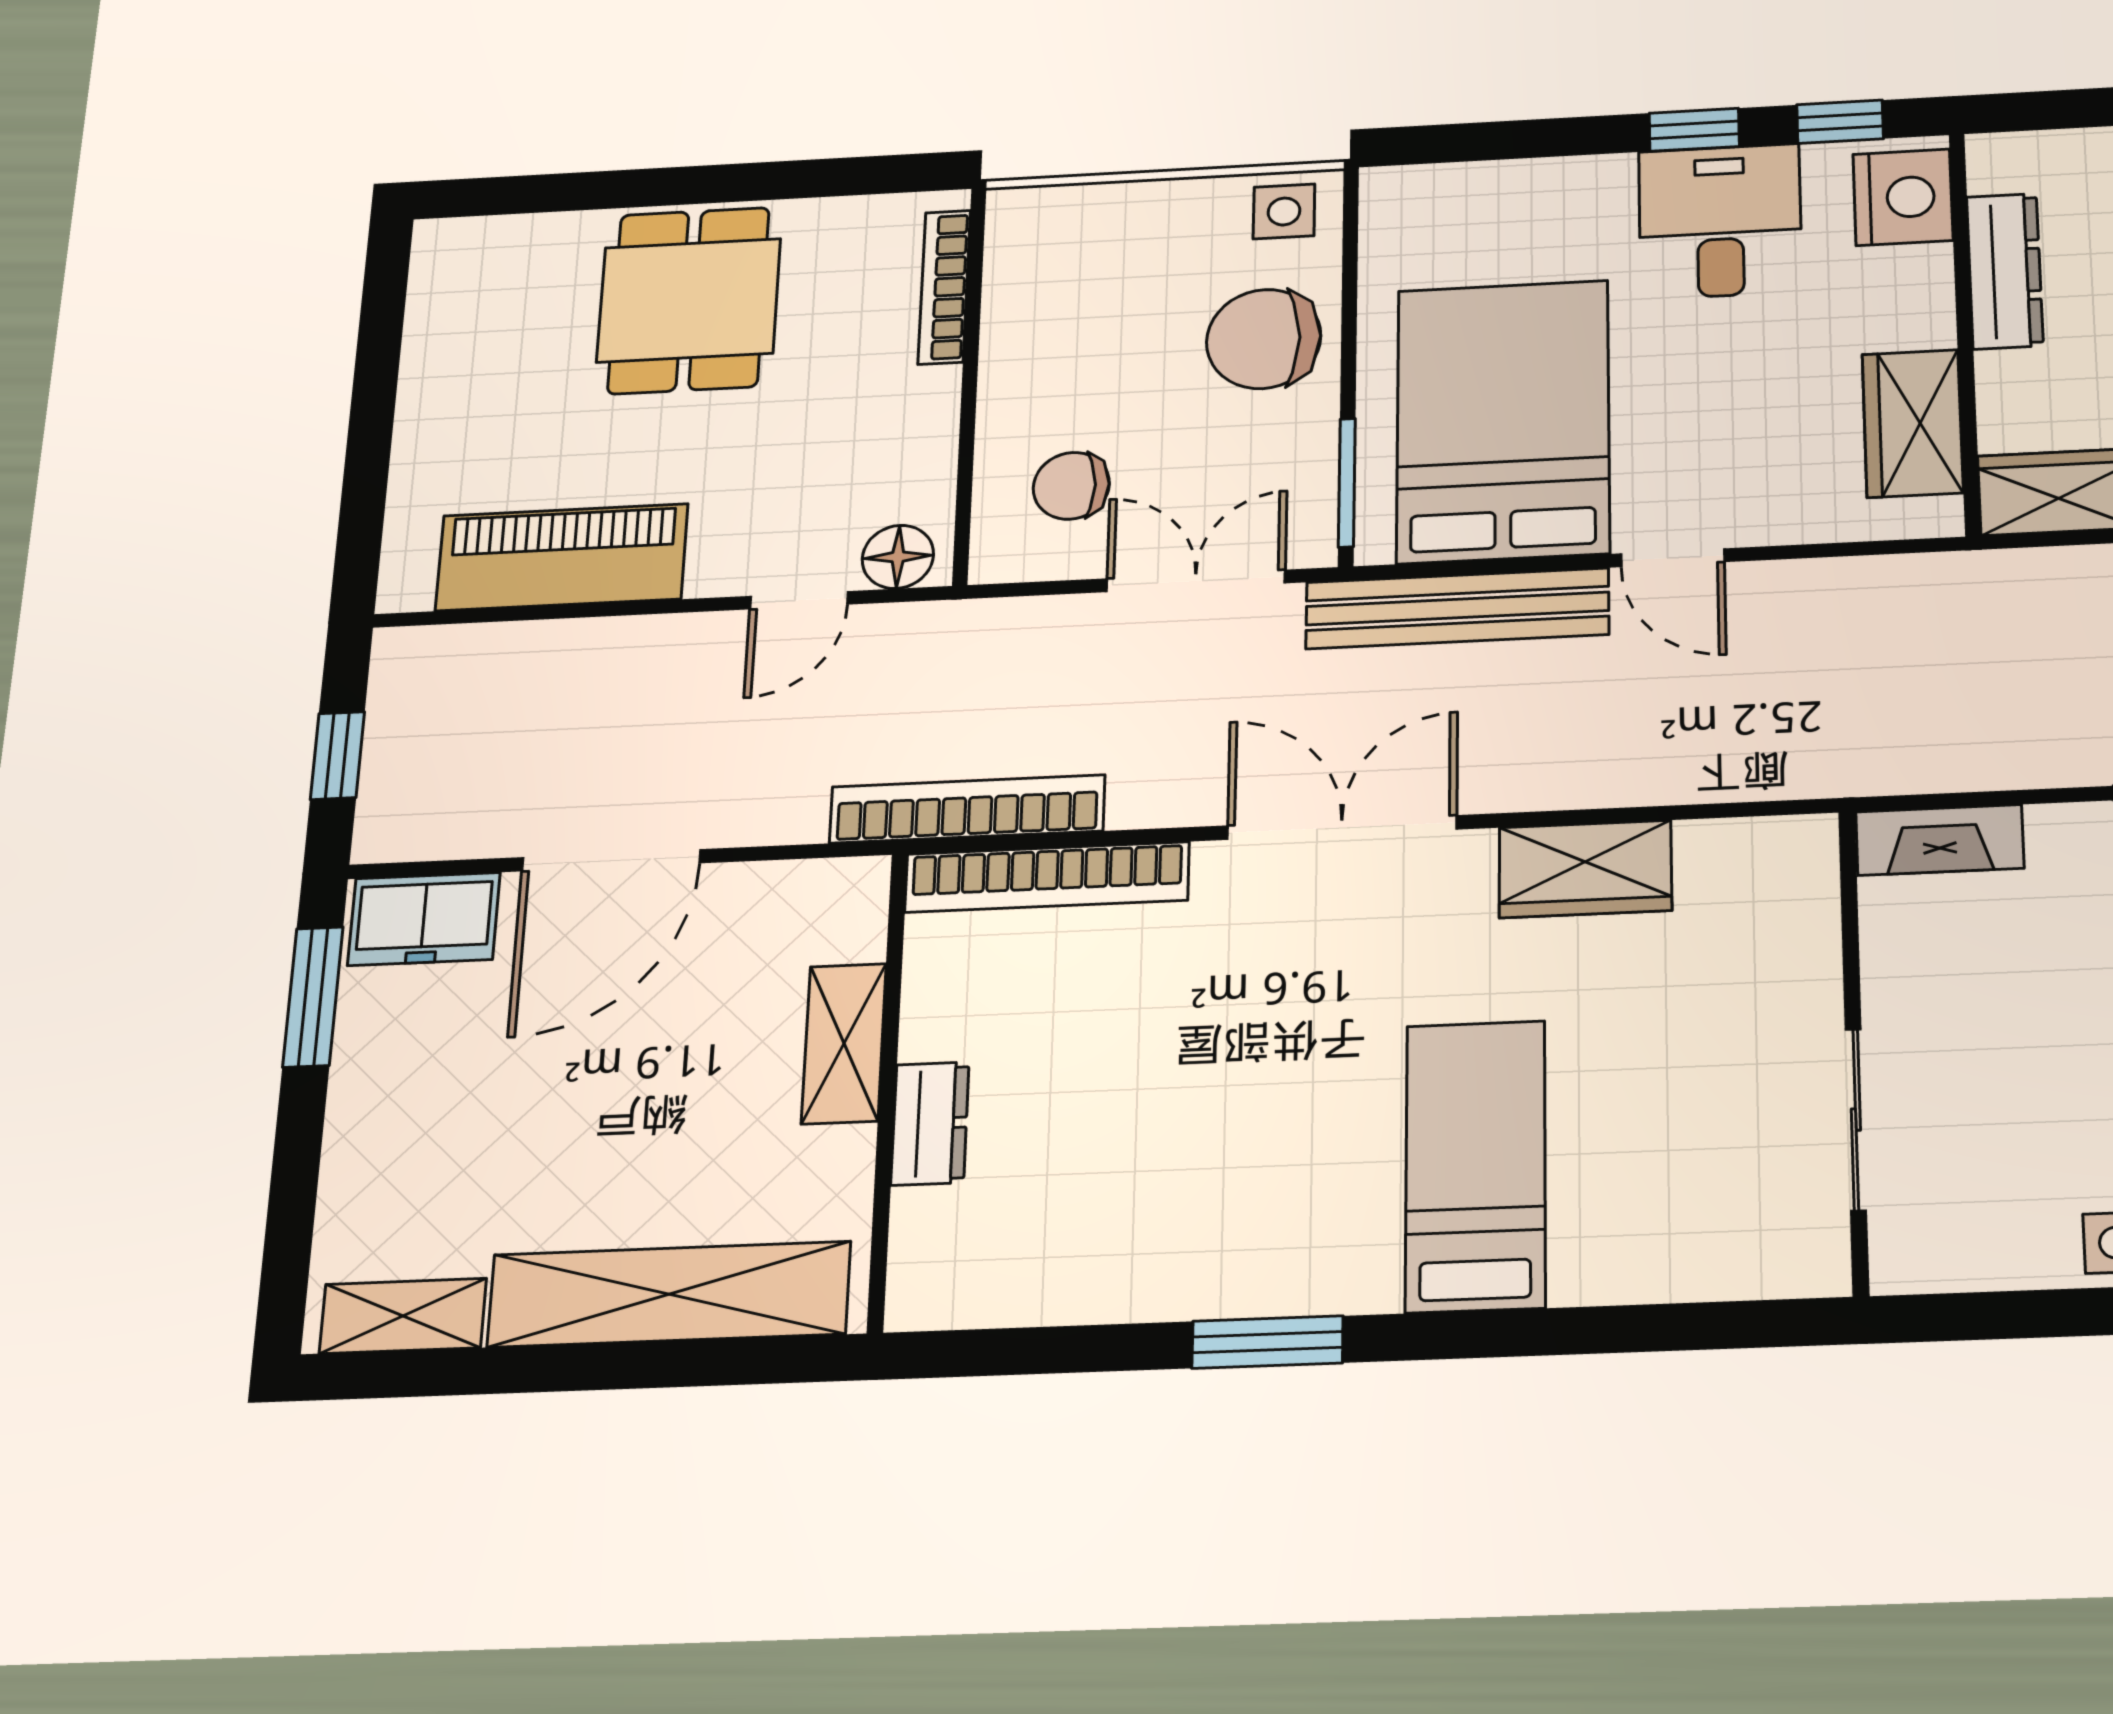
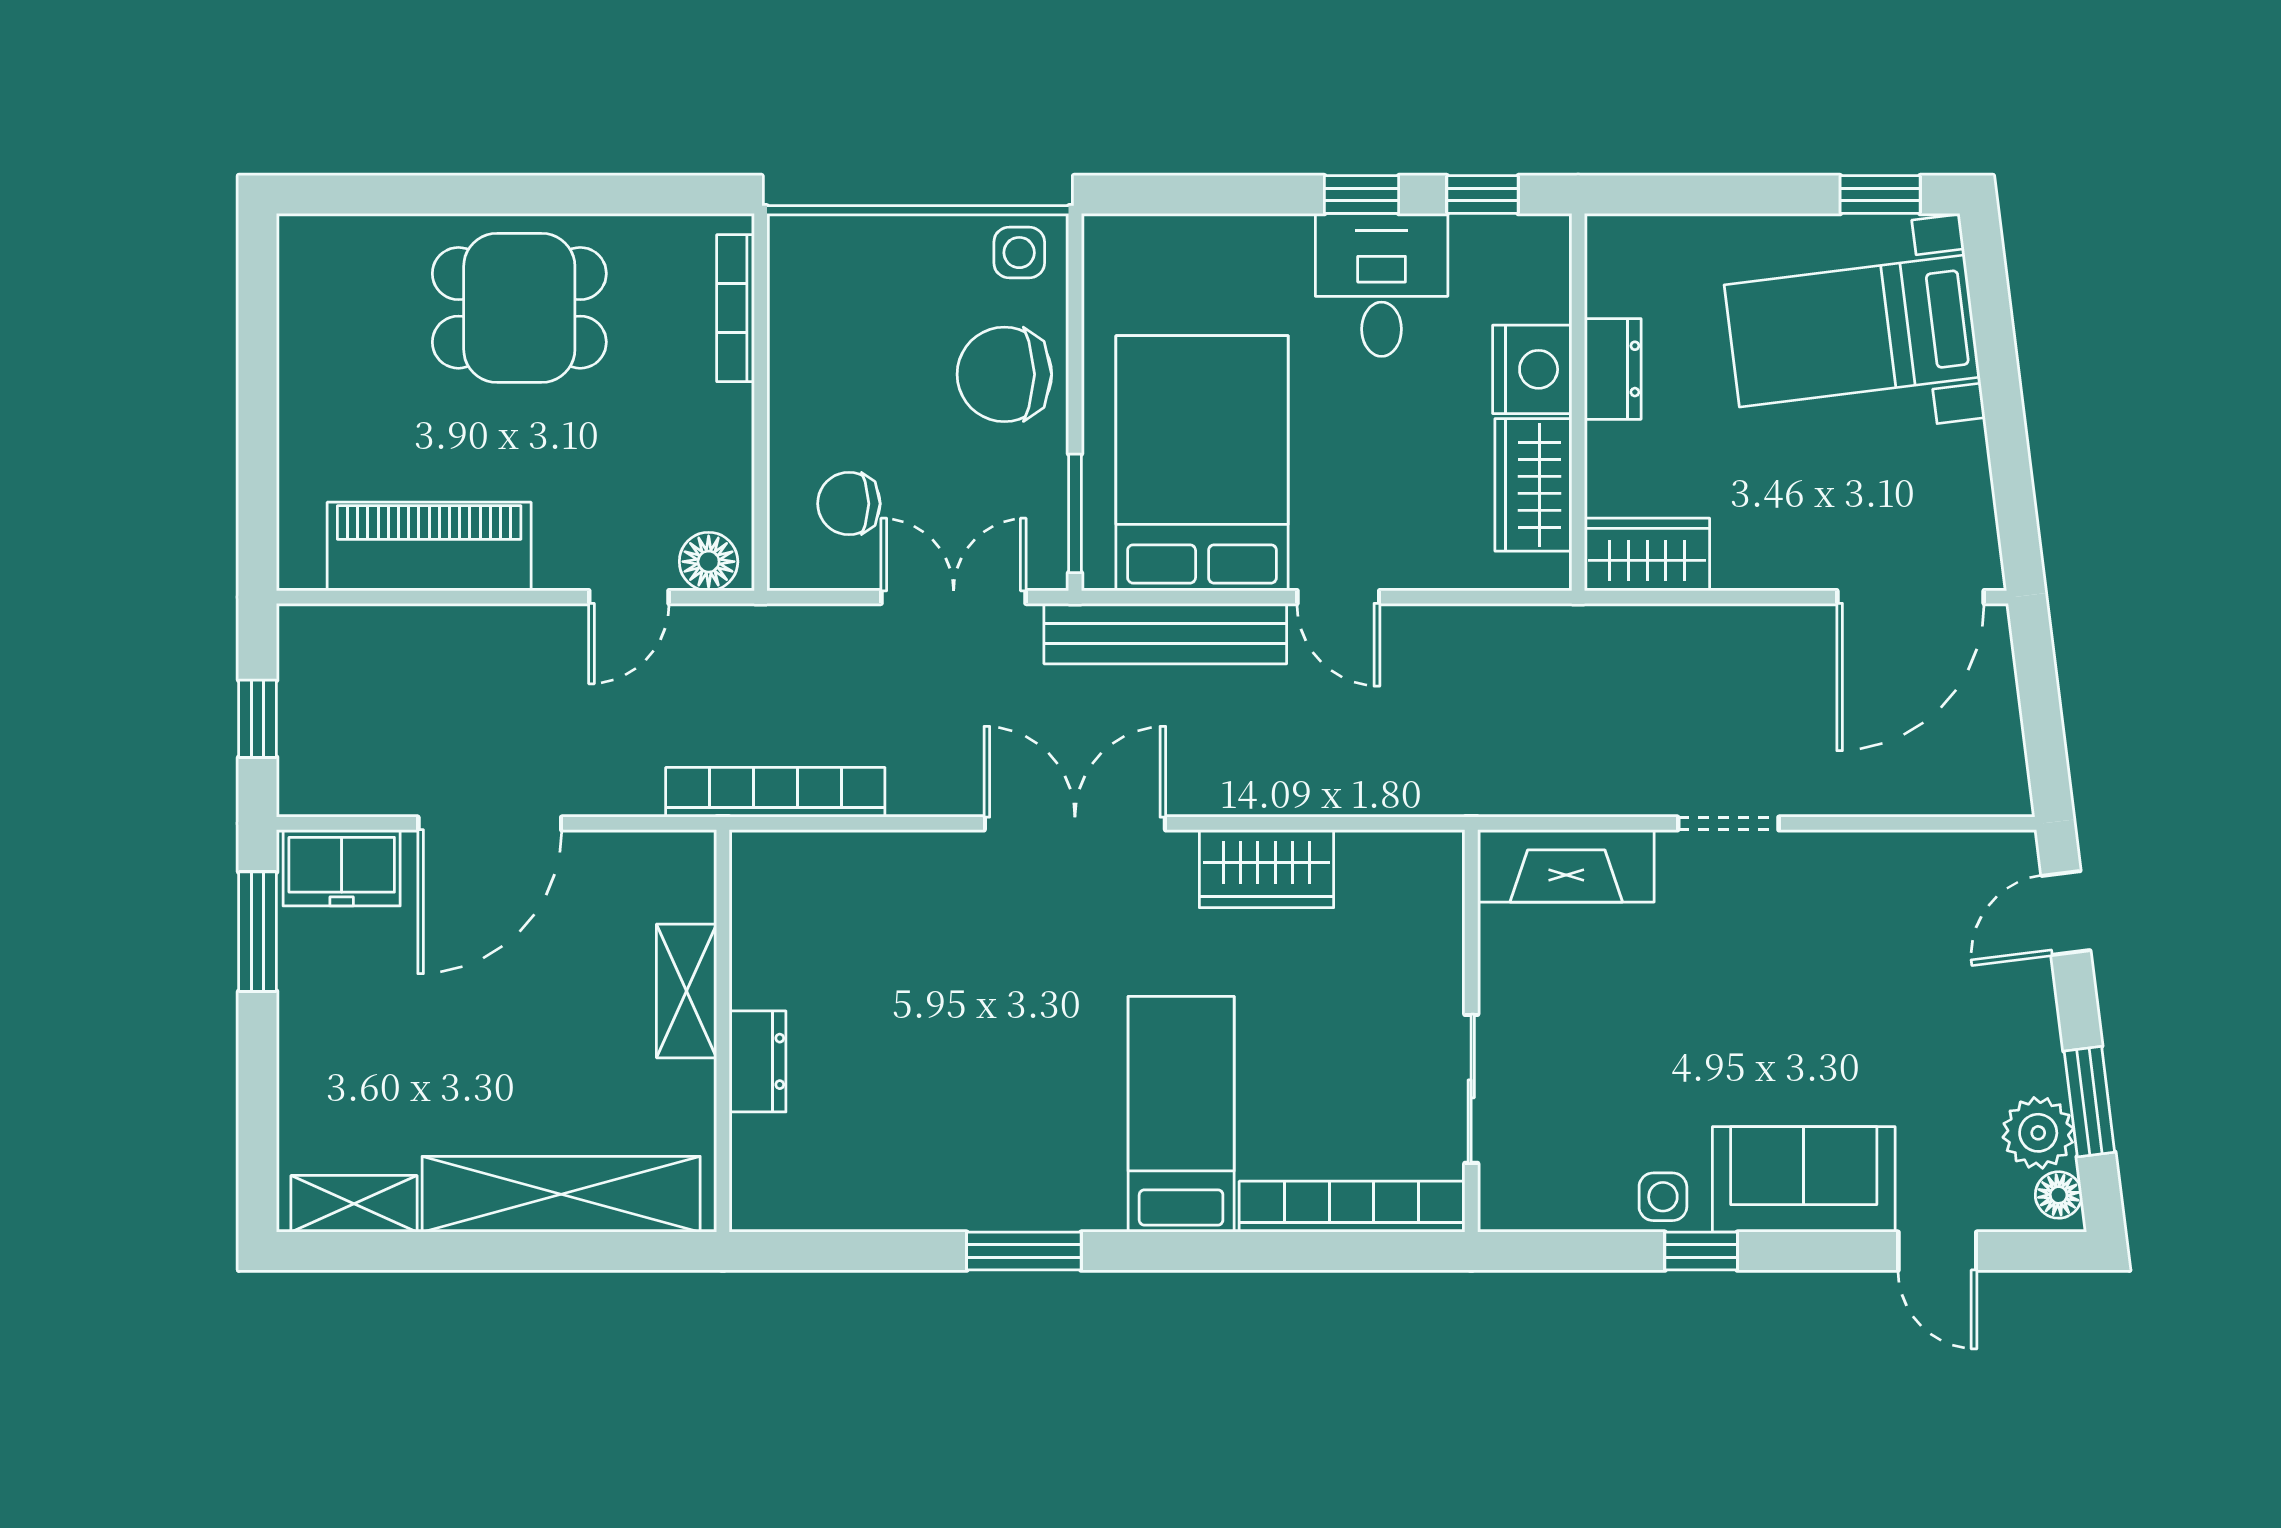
nightstand: (1903, 197) -> (1532, 369), moved
dresser: (2005, 271) -> (1613, 369), width x0.70
dining table: (689, 300) -> (519, 308), turned 90
fireplace: (1940, 840) -> (1566, 866), width x1.37, depth x1.32
bookcase: (1047, 877) -> (1352, 1207), moved, turned 180

